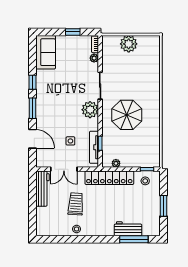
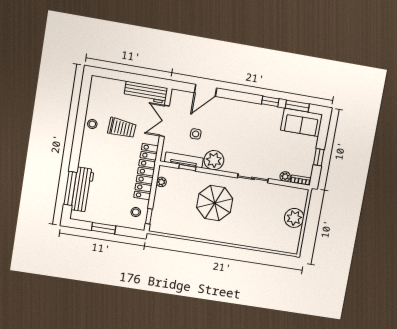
window: (32, 108) -> (297, 106), moved
plant: (90, 110) -> (214, 160), moved
workbench: (128, 229) -> (83, 190), width x1.38

